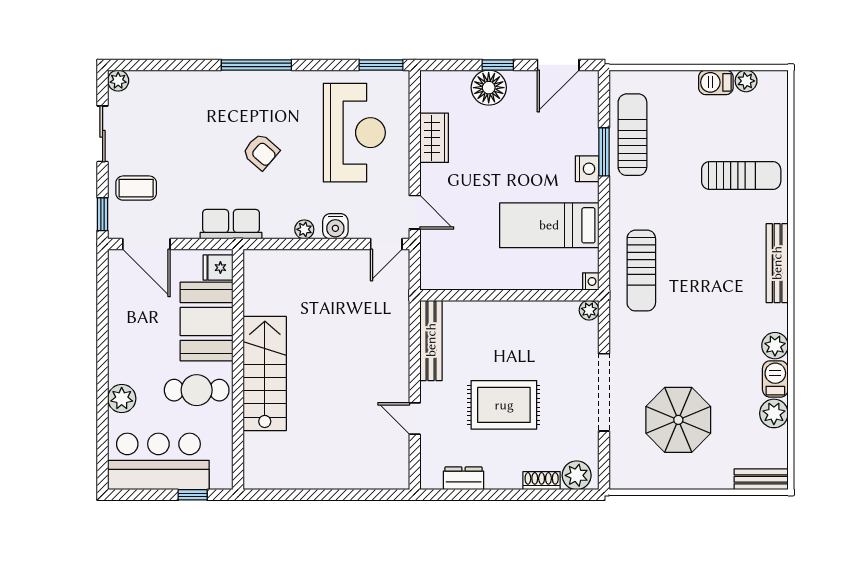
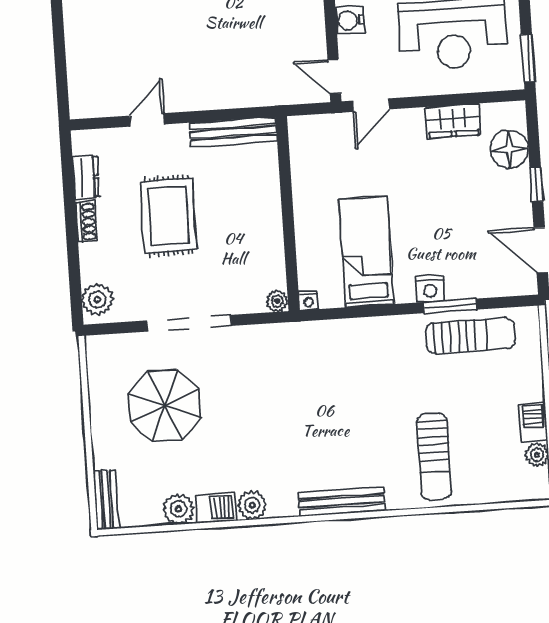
floor lamp: (489, 88) -> (509, 149), moved
sun lounger: (641, 271) -> (324, 355), removed
shoe rack: (542, 481) -> (86, 222), moved

